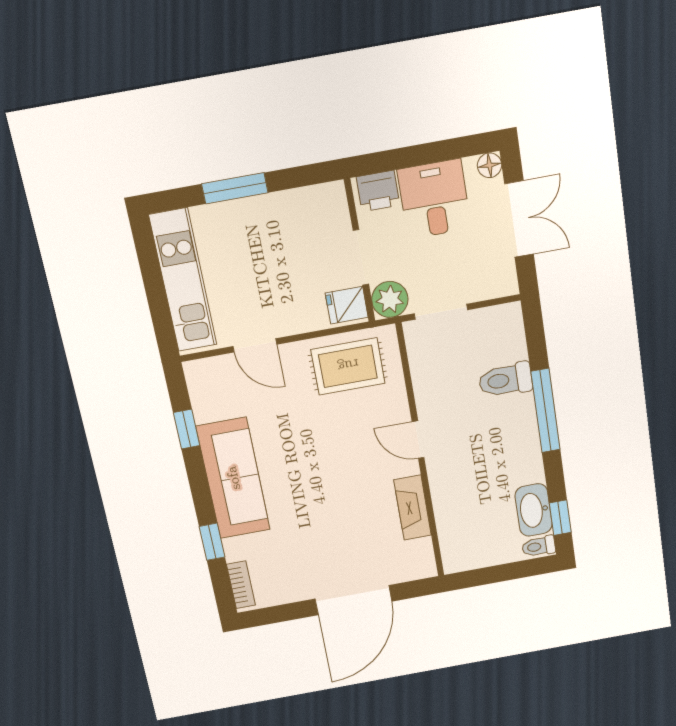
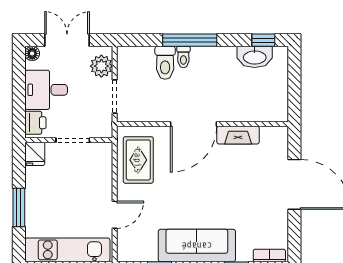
plant: (390, 299) -> (101, 66), moved
fridge: (347, 305) -> (35, 154), moved
door: (418, 440) -> (194, 124), width x1.87
toilet: (539, 546) -> (183, 57), moved

